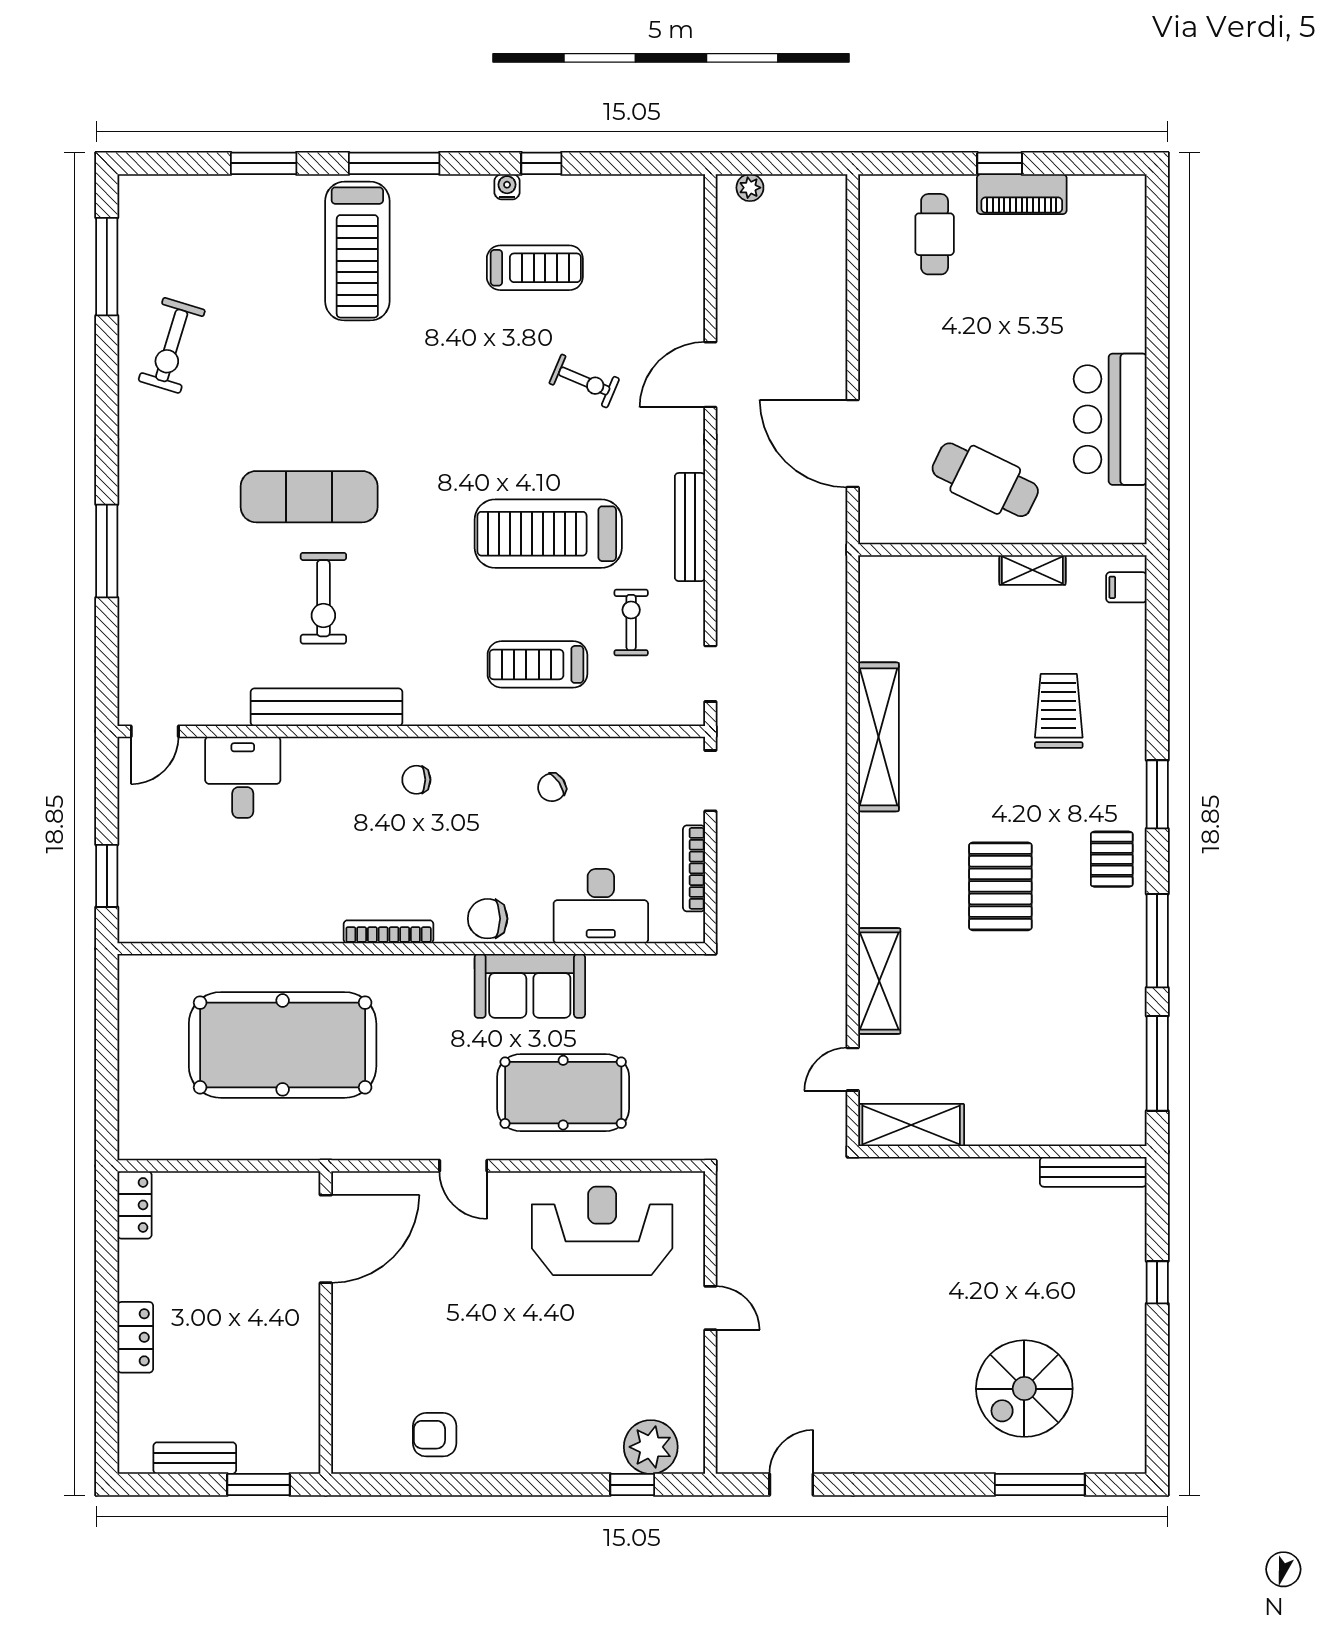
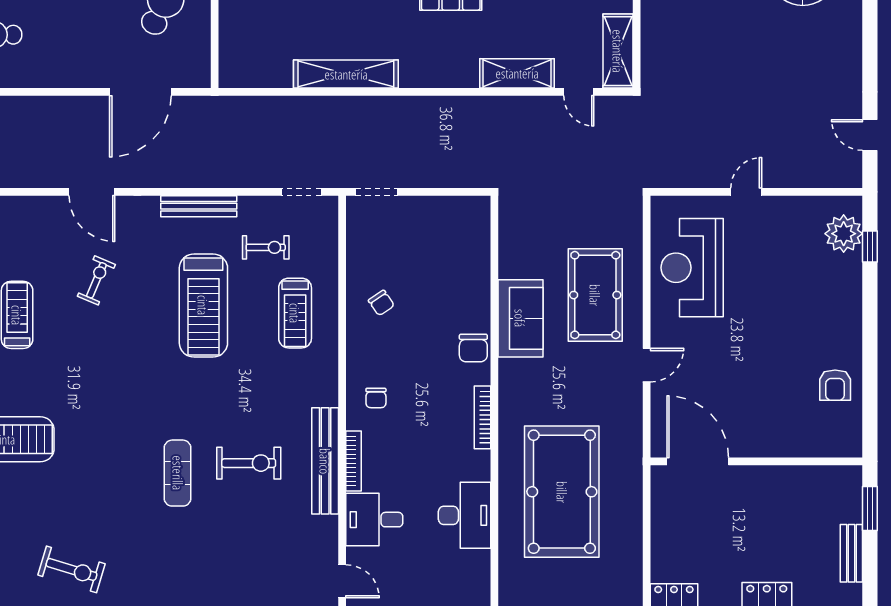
exercise mat: (309, 497) -> (178, 473), width x0.73, depth x0.69
exercise bike: (631, 622) -> (266, 247), turned 180
bookcase: (694, 868) -> (354, 461), moved, turned -90
desk: (601, 906) -> (465, 515), moved

